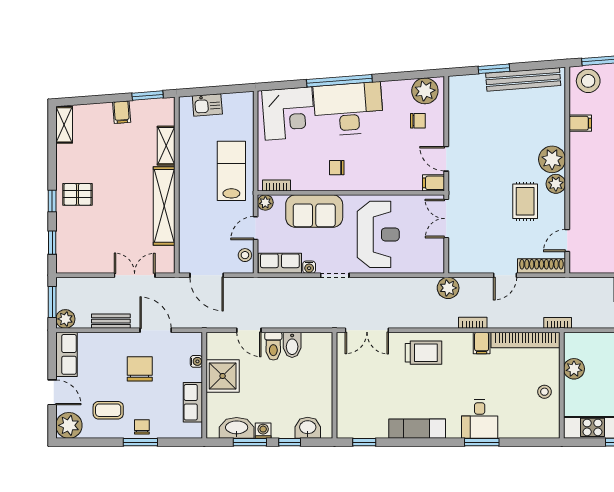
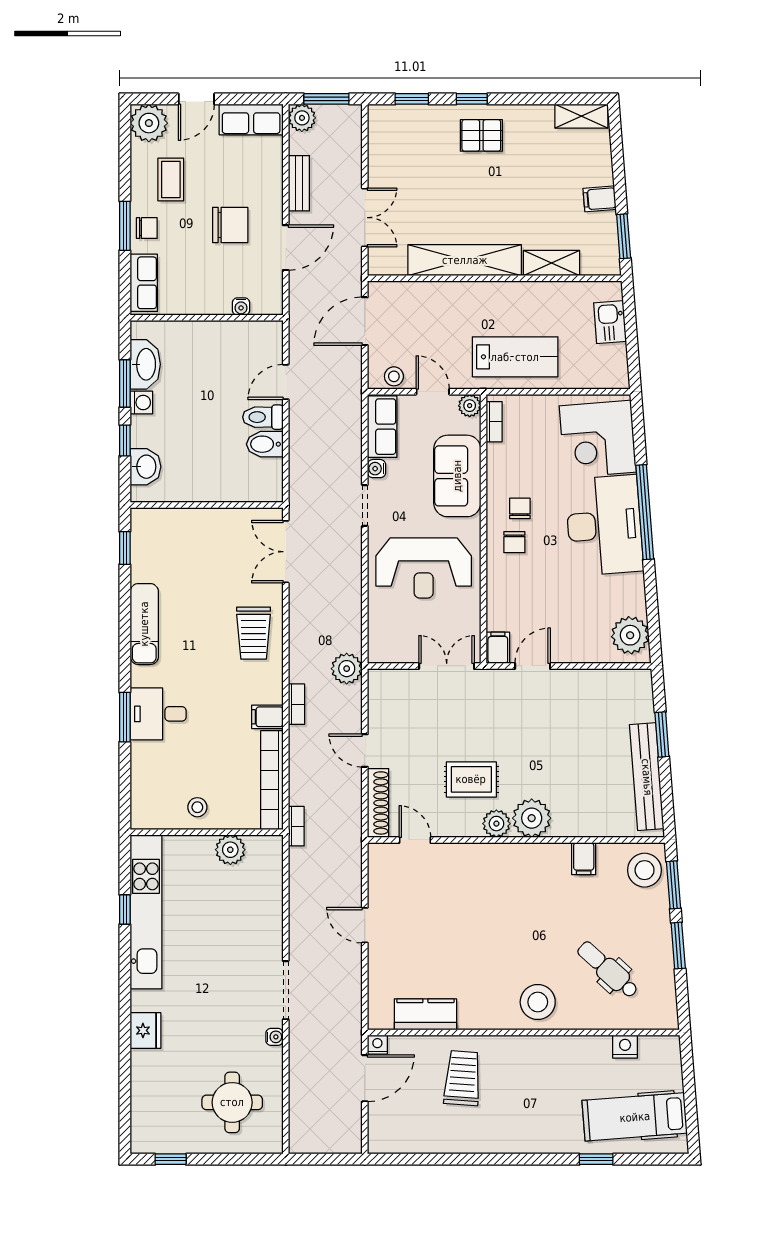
chair: (418, 121) -> (514, 542), moved
pallet: (78, 194) -> (481, 135), turned 90
shower: (223, 376) -> (220, 344), removed
row of seats: (193, 402) -> (144, 283), moved, turned 90

